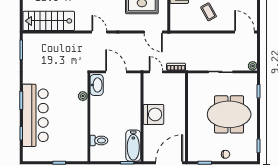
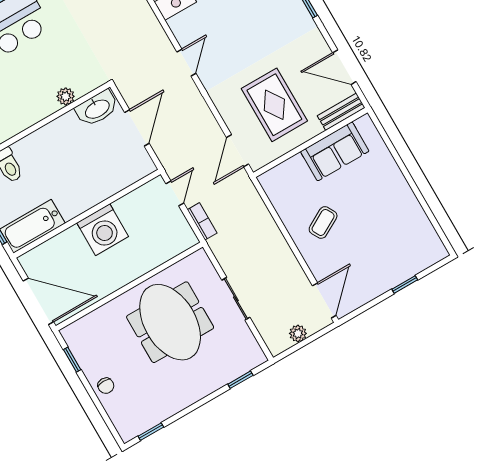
plant: (253, 66) -> (298, 333), moved
meeting table: (229, 114) -> (170, 322), moved

